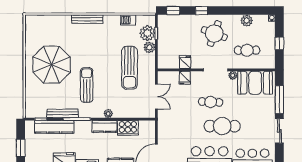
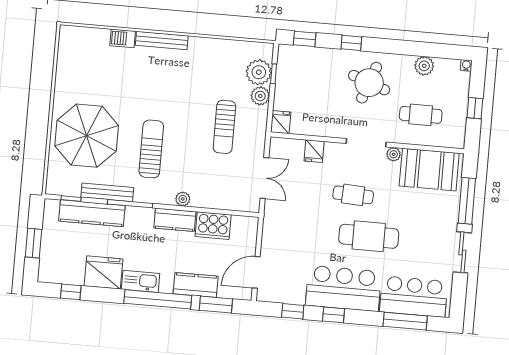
barbecue: (128, 20) -> (123, 38), moved
fridge: (185, 62) -> (281, 122), moved
parasol: (52, 65) -> (87, 136), moved
sun lounger: (129, 68) -> (224, 127), width x0.73, depth x0.75

